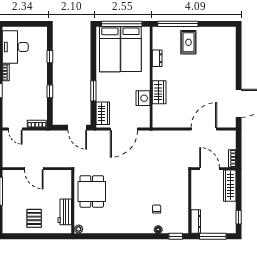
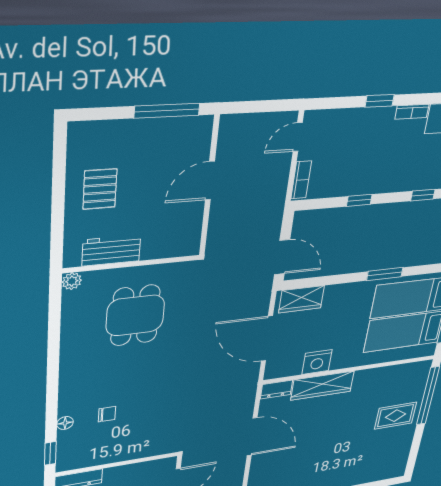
dresser: (157, 58) -> (277, 390), moved
window: (93, 91) -> (385, 274), moved
wardrobe: (159, 92) -> (323, 386), width x1.50
door: (77, 128) -> (282, 257), swing flipped
door: (204, 129) -> (252, 437), moved
dining table: (92, 191) -> (135, 315), moved, turned 90
pallet: (34, 218) -> (100, 189), turned 90

